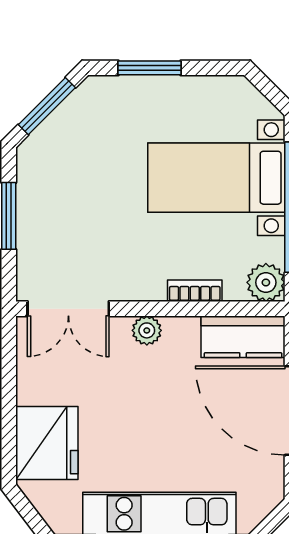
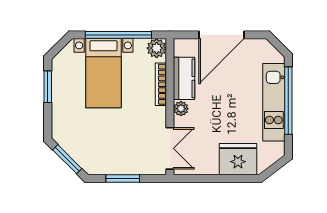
window: (149, 68) -> (48, 87), moved
bookcase: (195, 291) -> (161, 84), width x1.56
kitchen counter: (243, 337) -> (184, 78), moved

